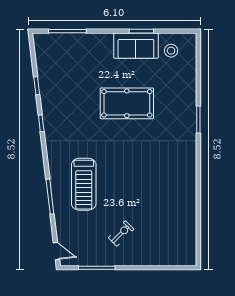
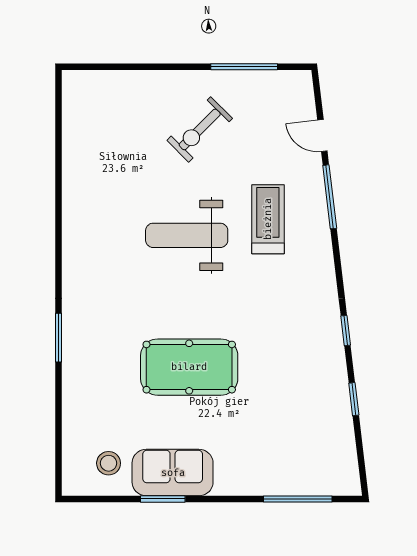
weight bench: (128, 175) -> (187, 235), added
treadmill: (84, 184) -> (268, 219), width x0.73, depth x0.73
exercise bike: (121, 233) -> (200, 129), width x1.38, depth x1.39
door: (56, 251) -> (322, 136), moved

